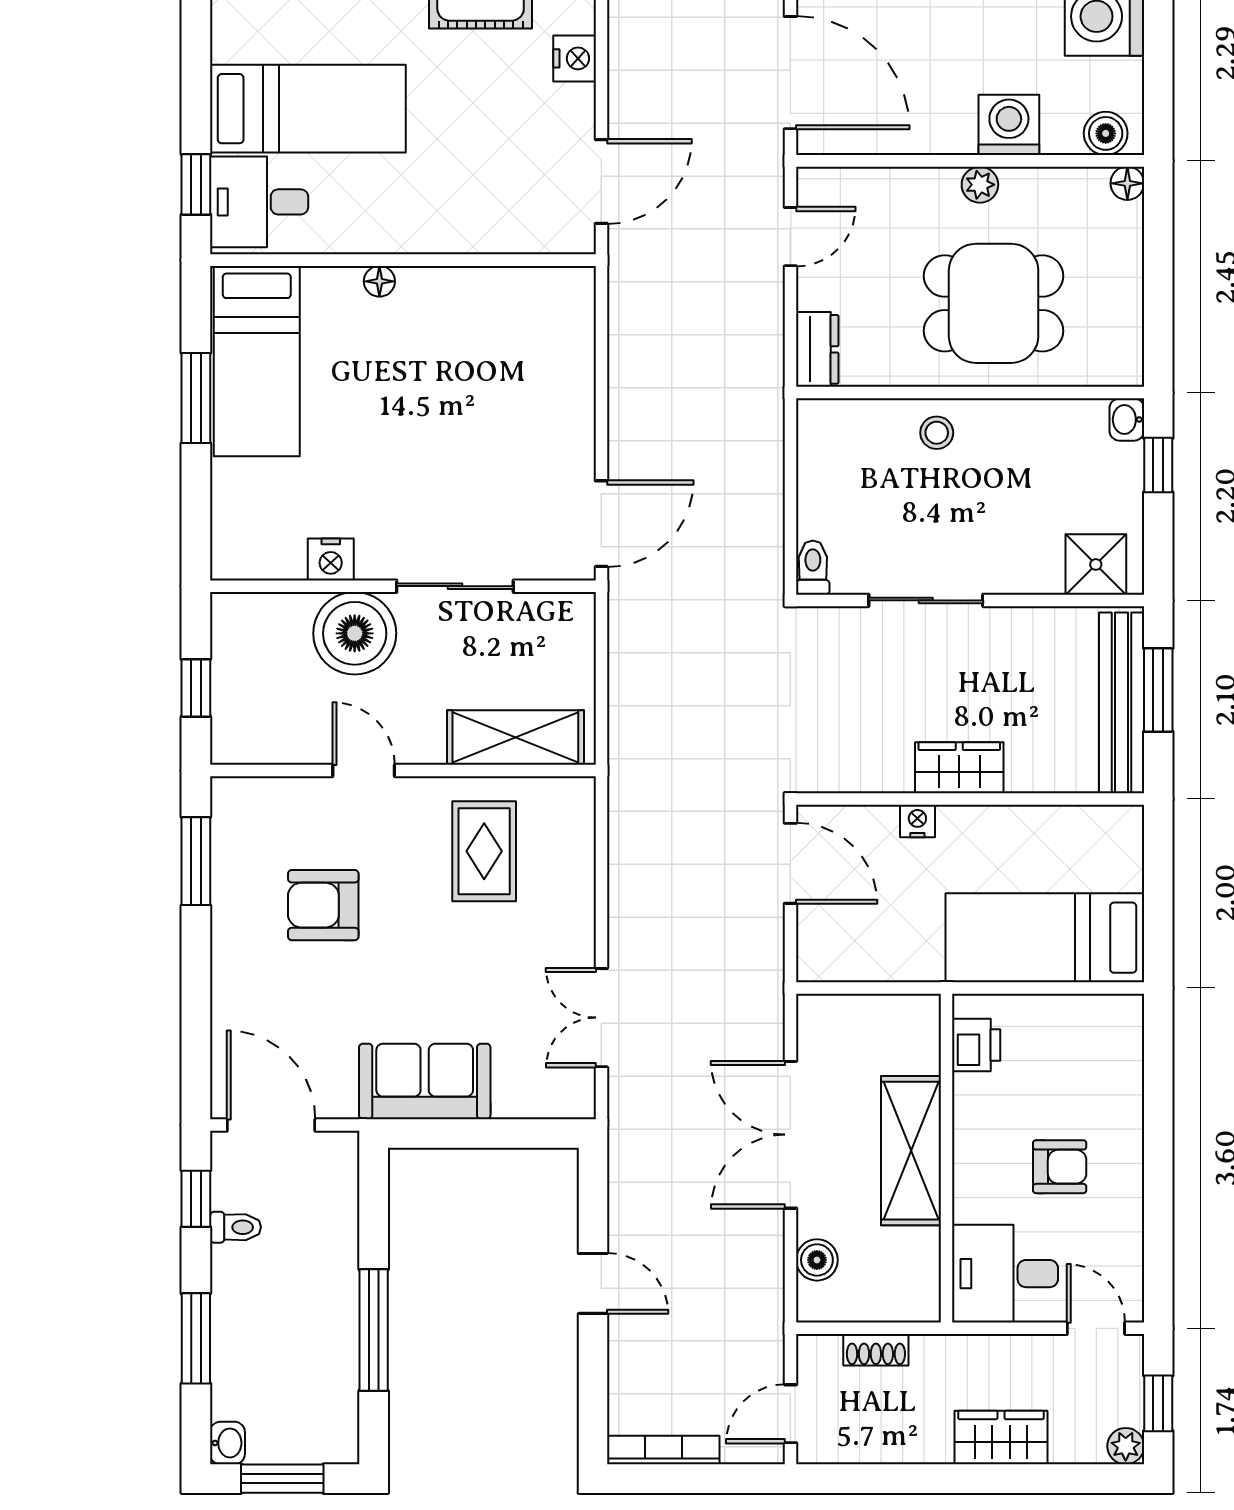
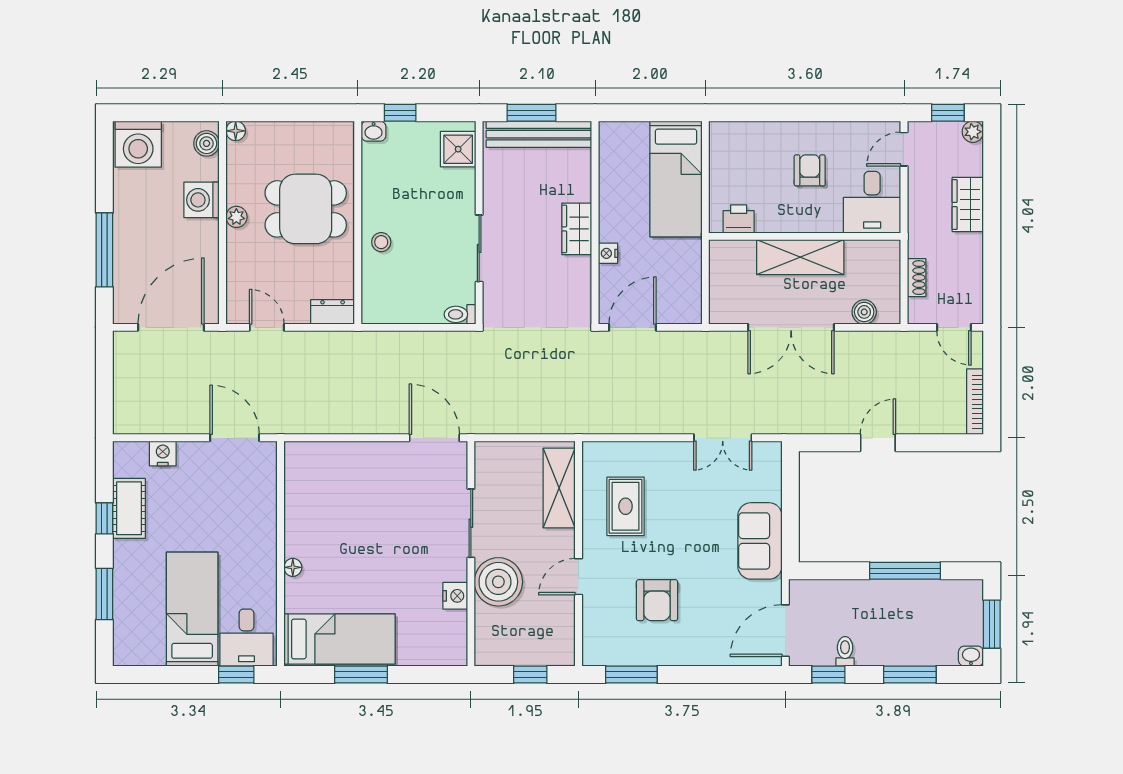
dining table: (994, 303) -> (306, 209), turned 90
rug: (484, 851) -> (626, 506), turned 90

